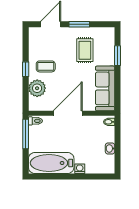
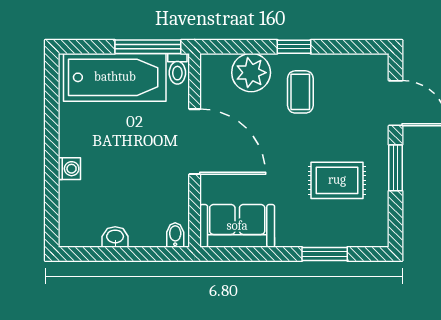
sofa: (105, 88) -> (237, 226), width x0.73
bathtub: (51, 163) -> (115, 77), moved, turned 90

